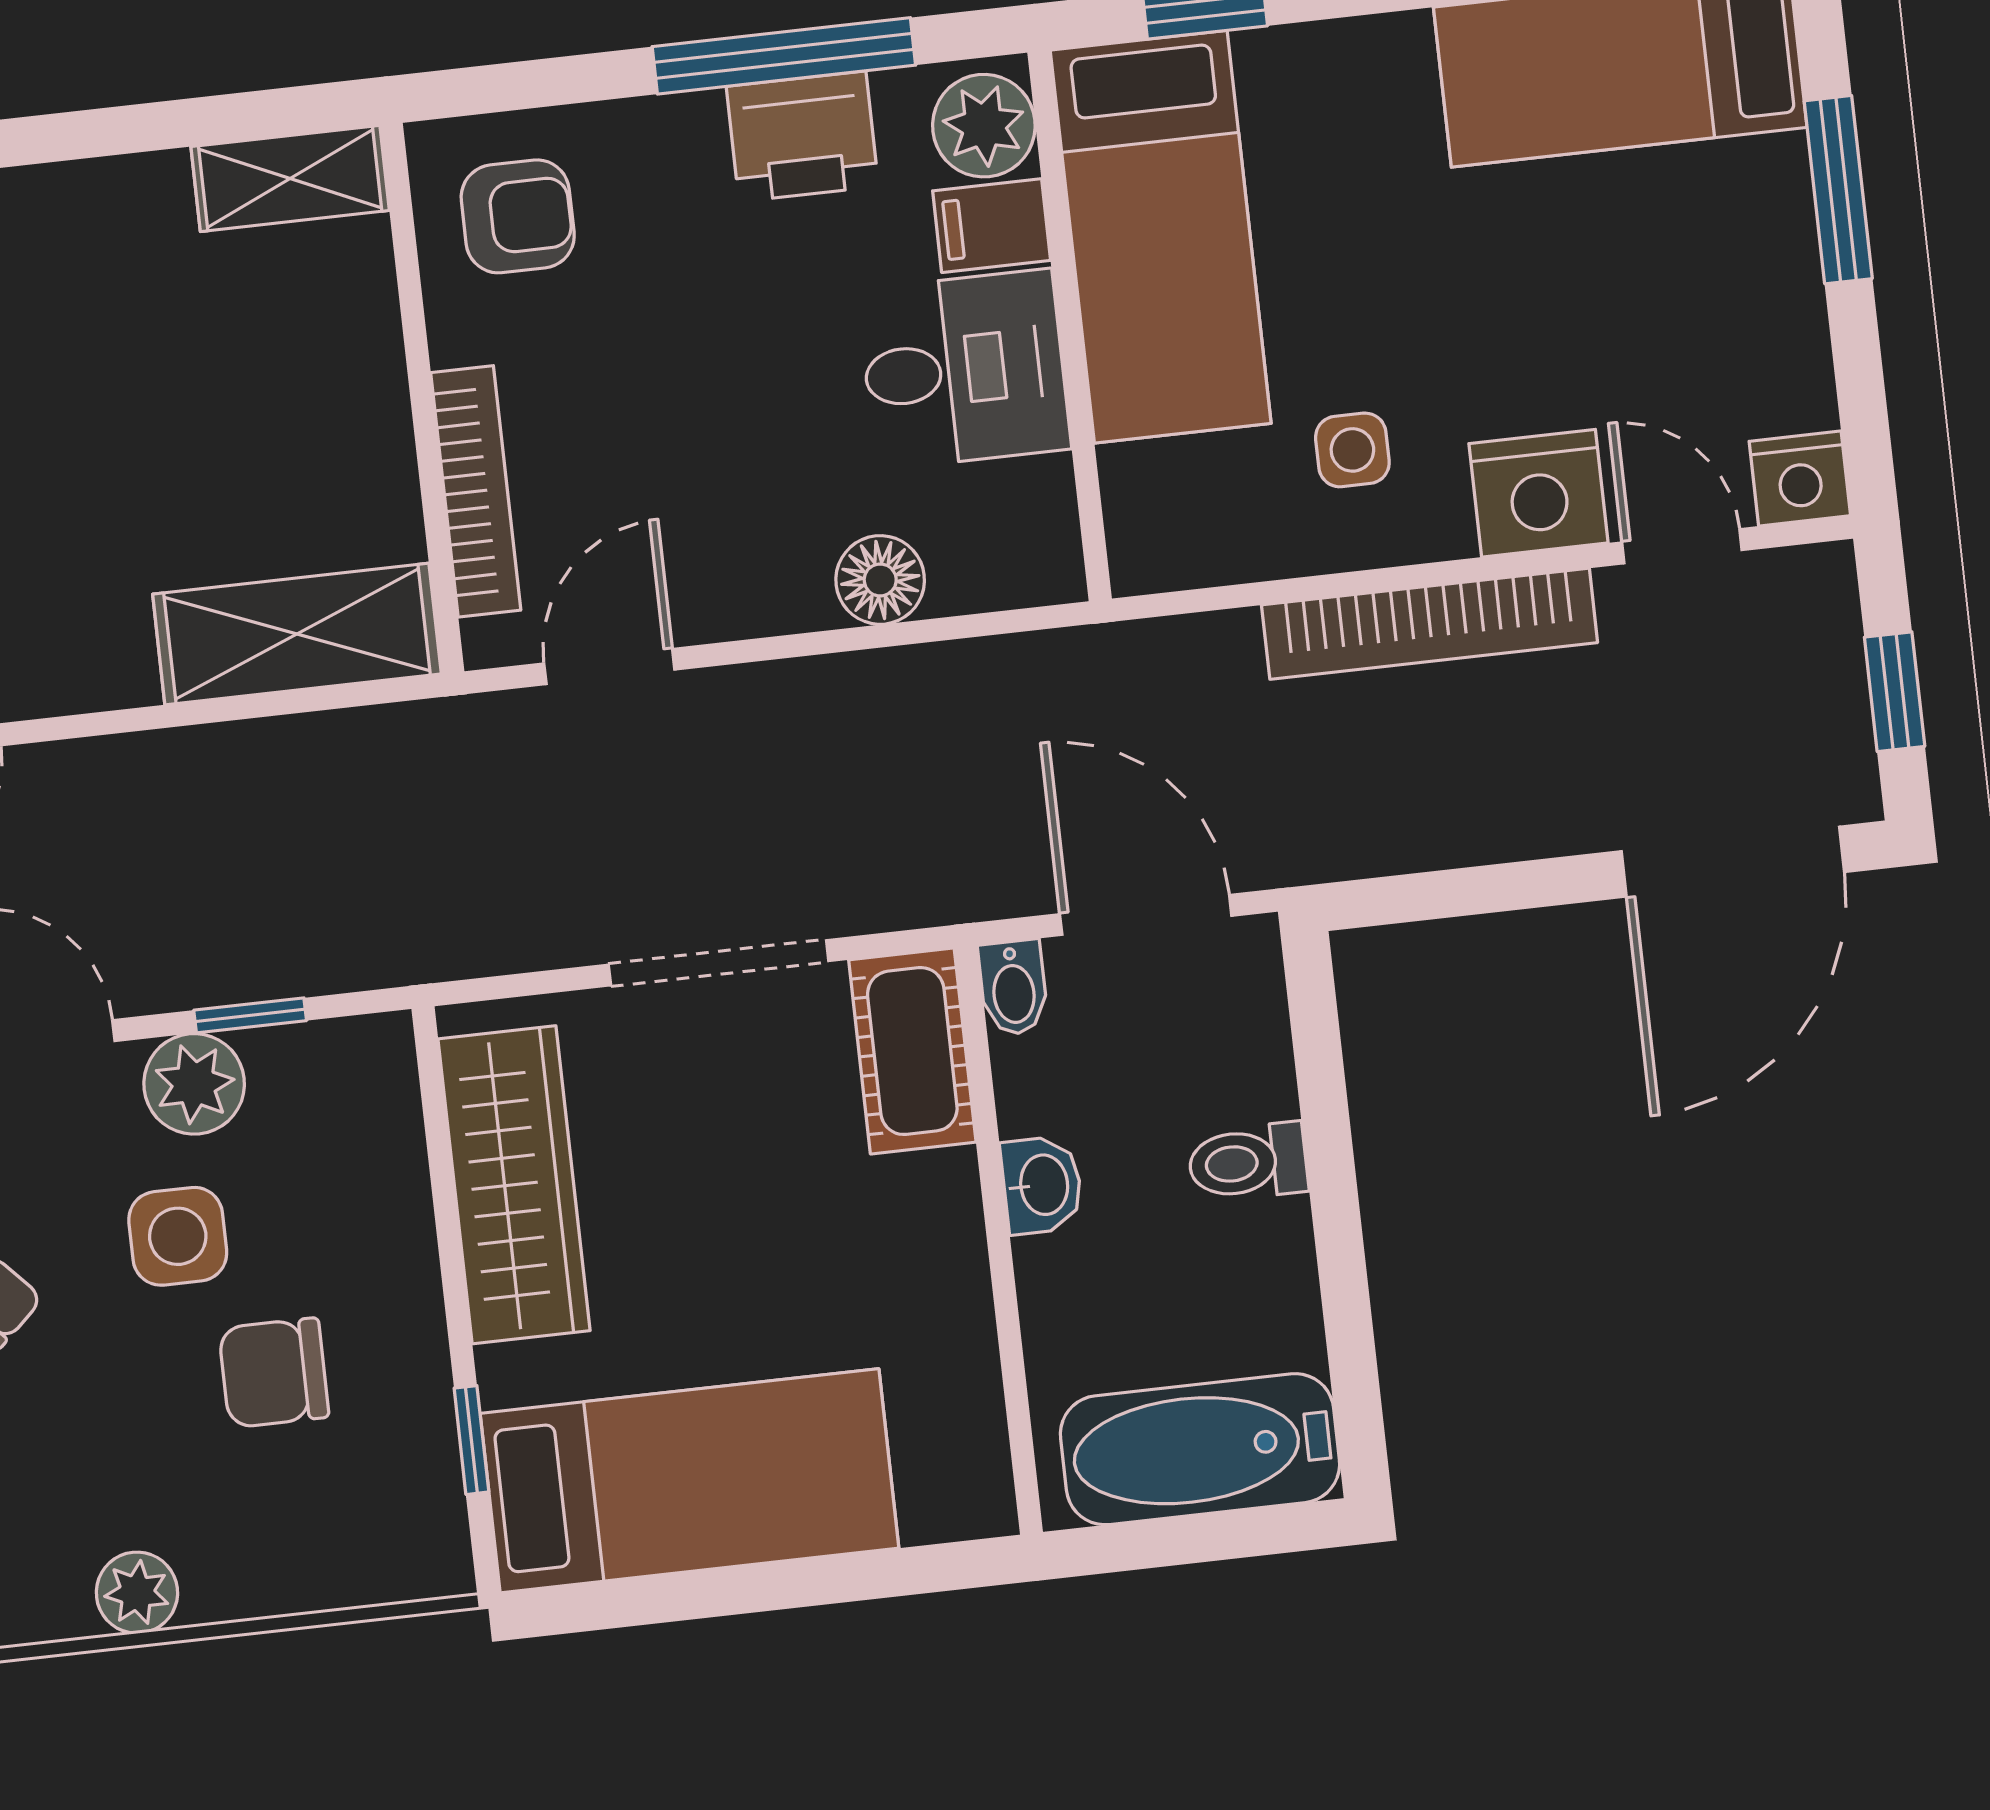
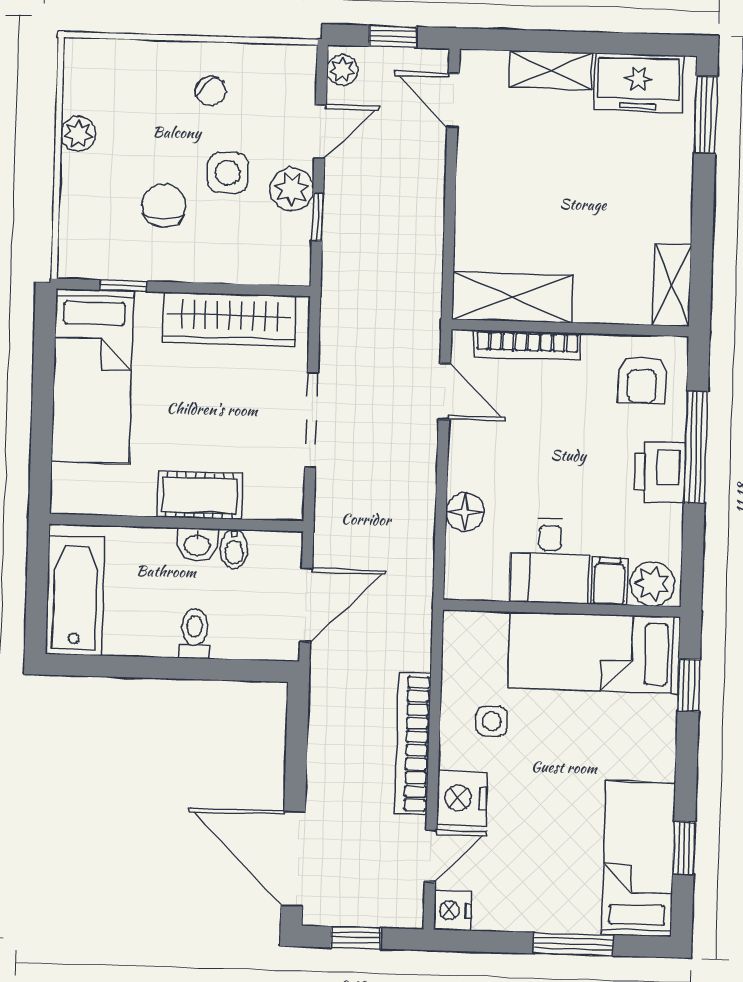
window: (784, 56) -> (696, 447), moved
printer: (802, 136) -> (660, 472), moved
shelving: (297, 634) -> (512, 297), moved, turned 90
bidet: (1013, 988) -> (234, 549), moved, turned -90
cot: (912, 1051) -> (200, 495), moved

